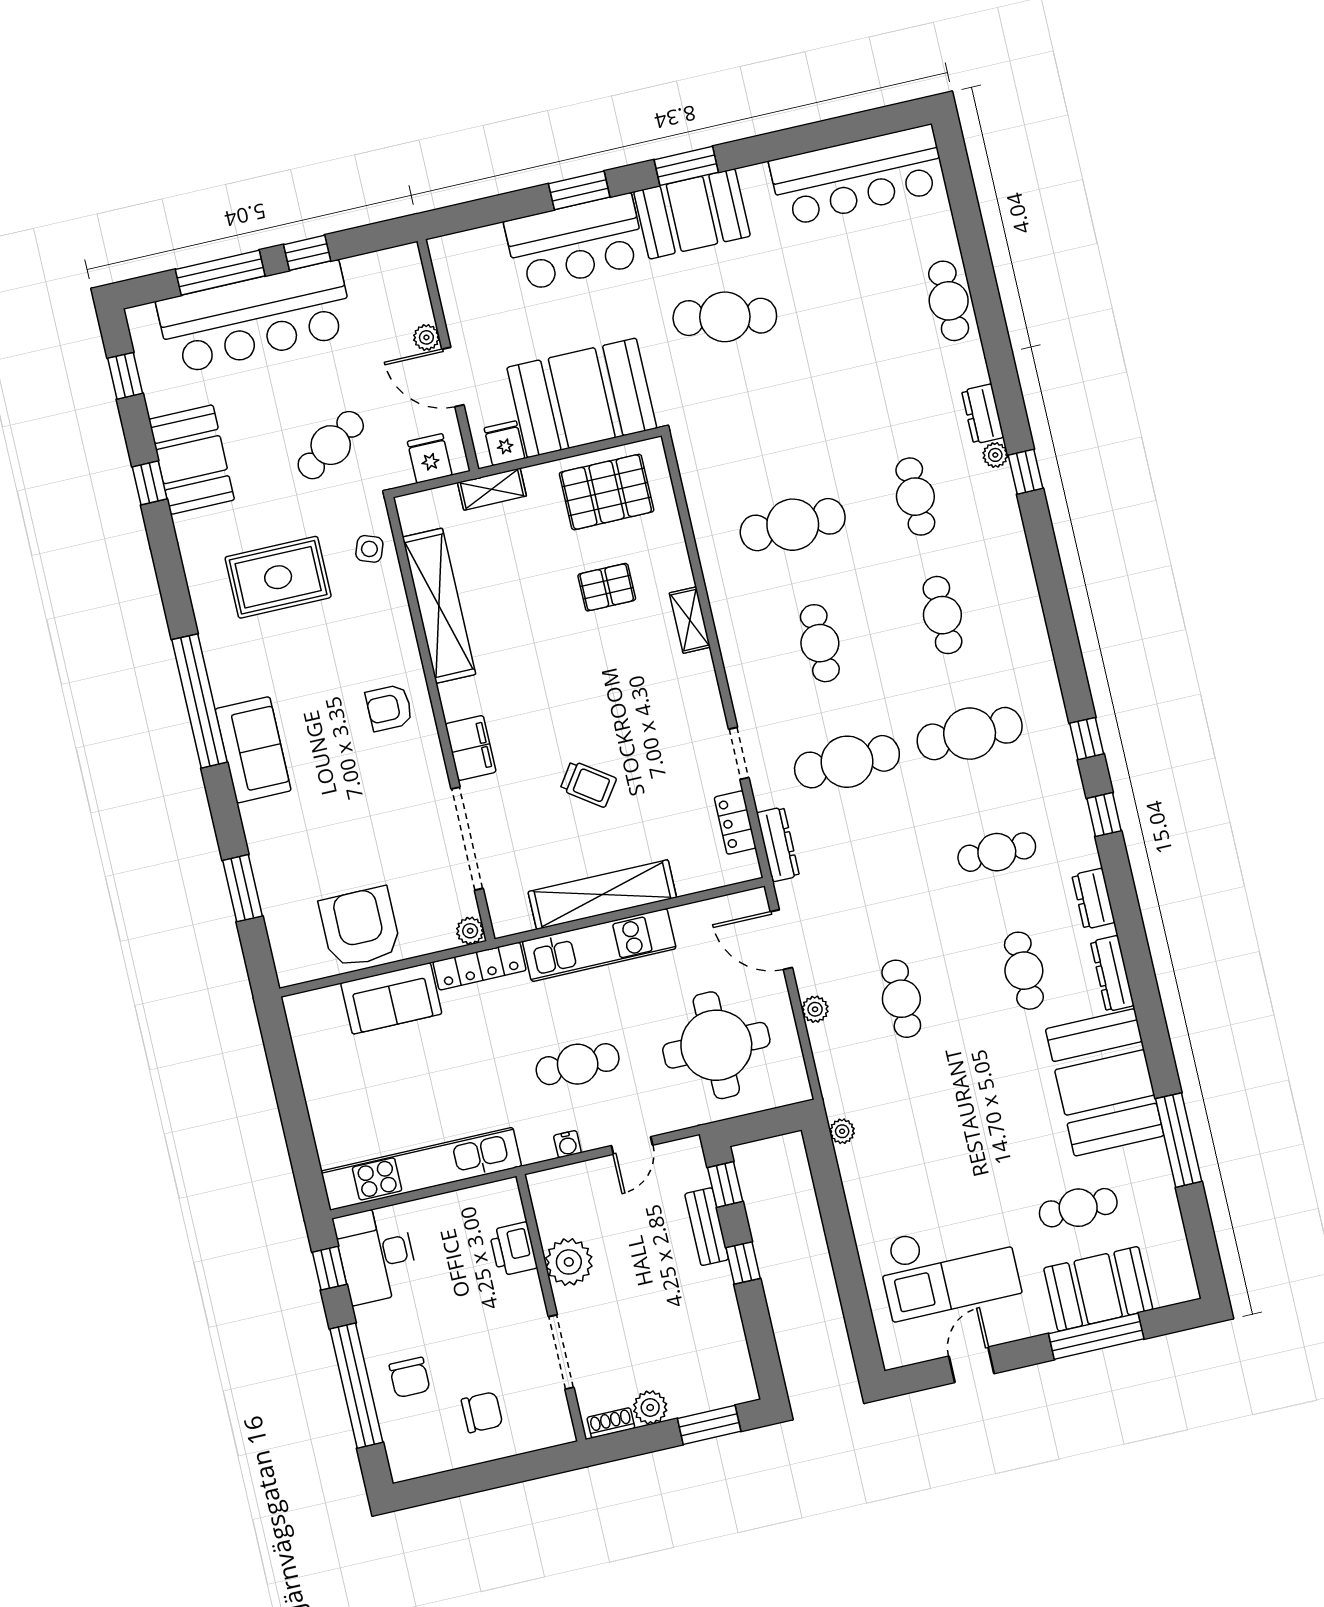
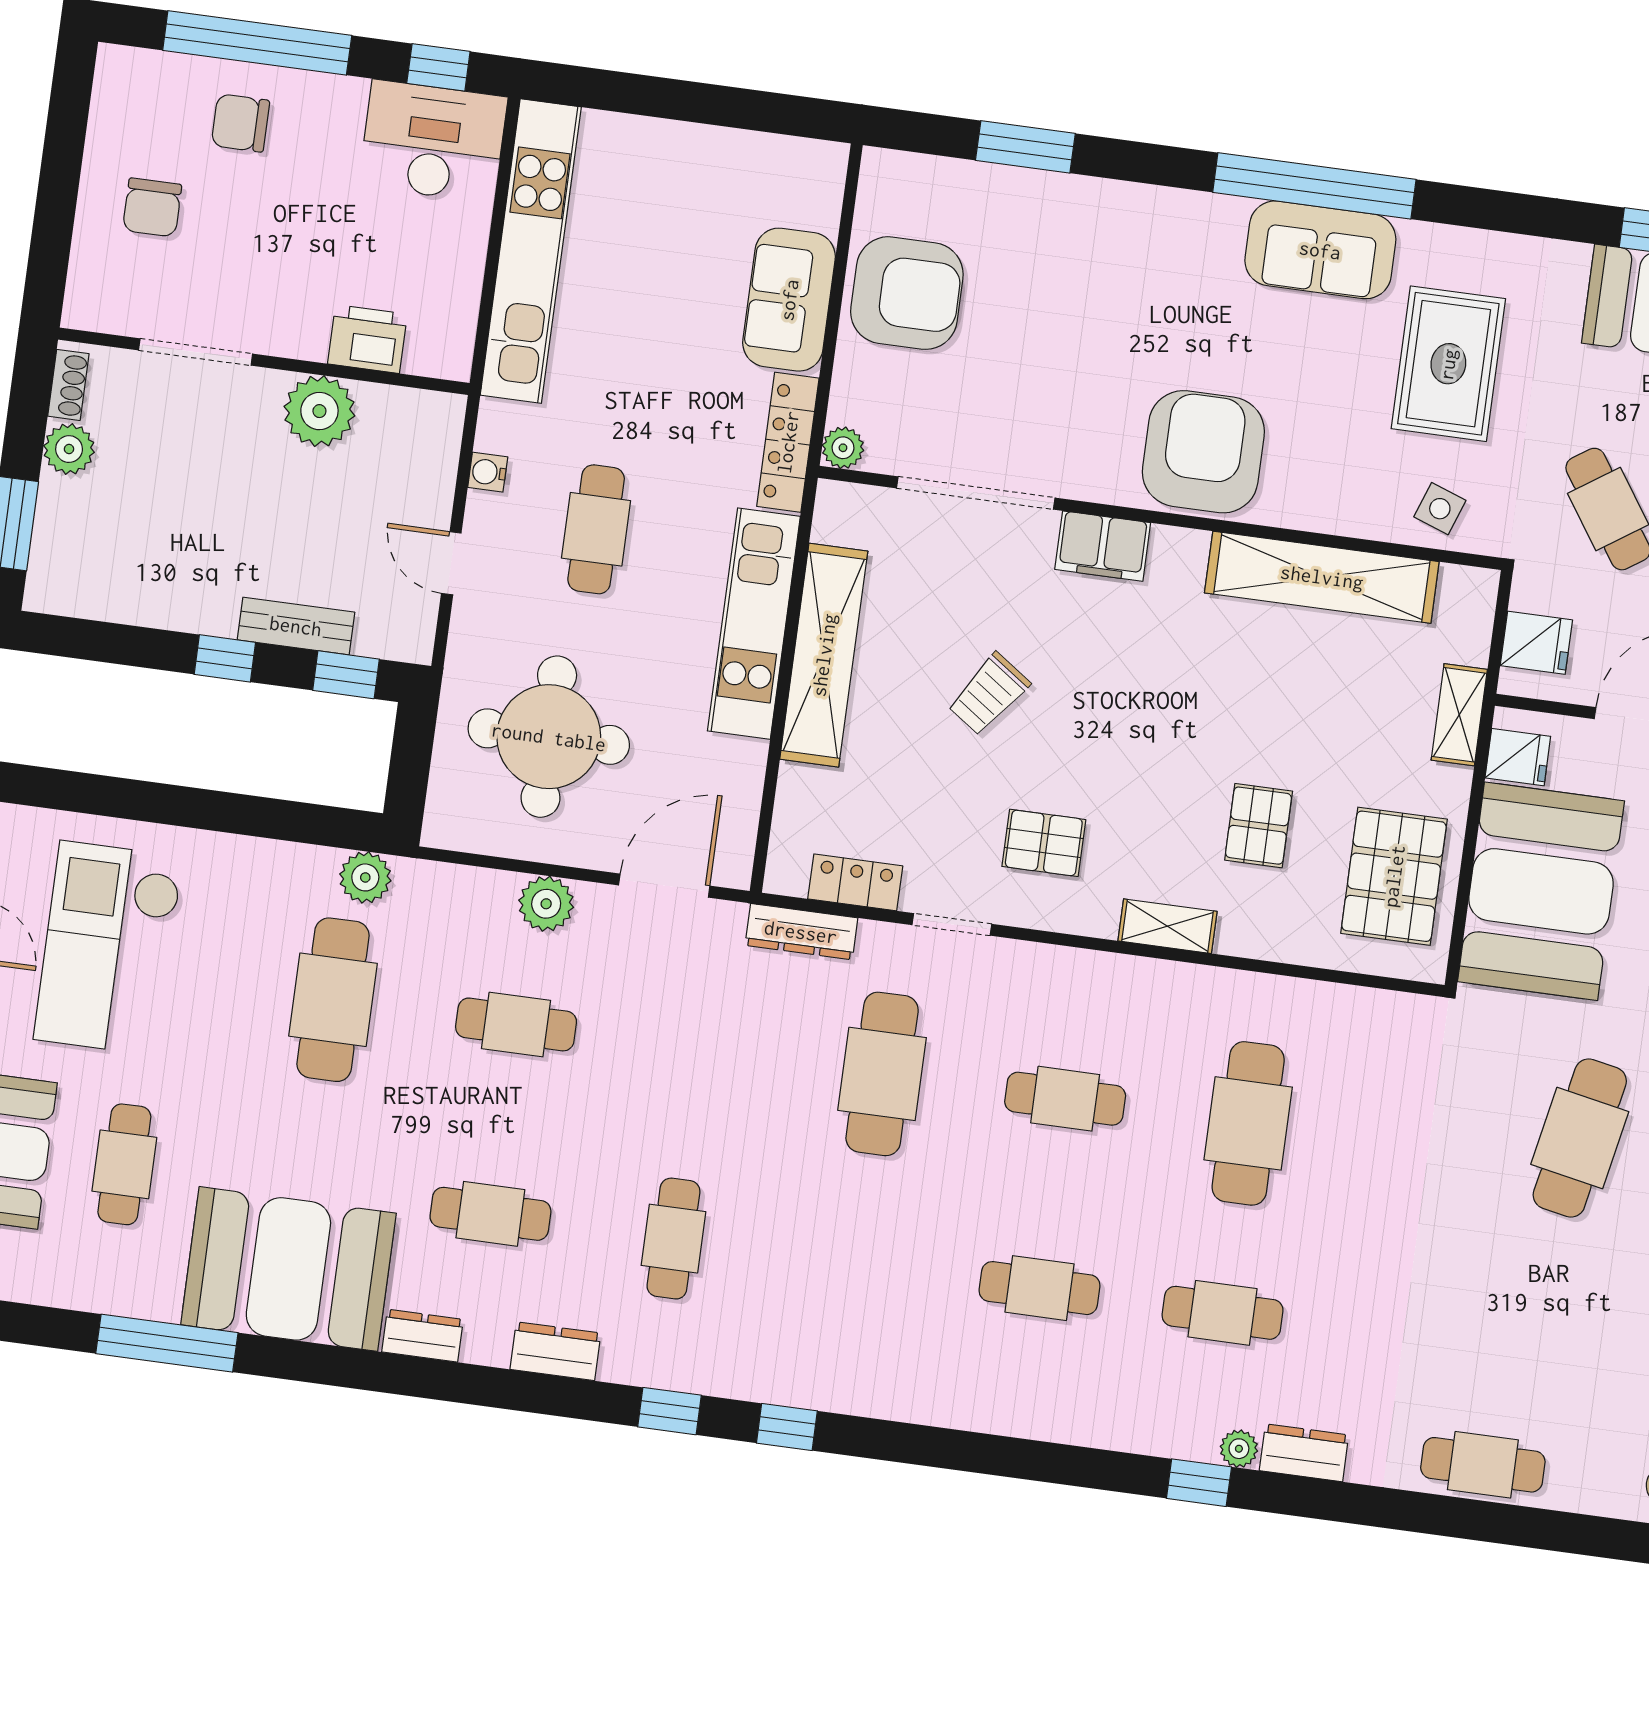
armchair: (389, 708) -> (1203, 452), width x1.88, depth x1.88
pallet: (667, 716) -> (1044, 843), added
cafe table: (970, 734) -> (333, 1000), moved
sofa: (253, 750) -> (1320, 250), moved
dresser: (1112, 974) -> (422, 1336), width x0.70
plant: (815, 1009) -> (546, 904), width x1.38, depth x1.38
plant: (842, 1131) -> (365, 877), width x1.38, depth x1.38

